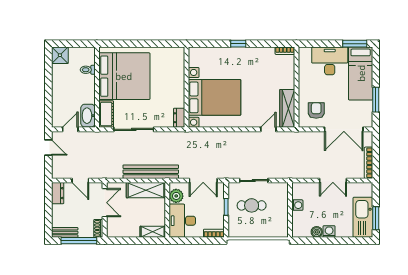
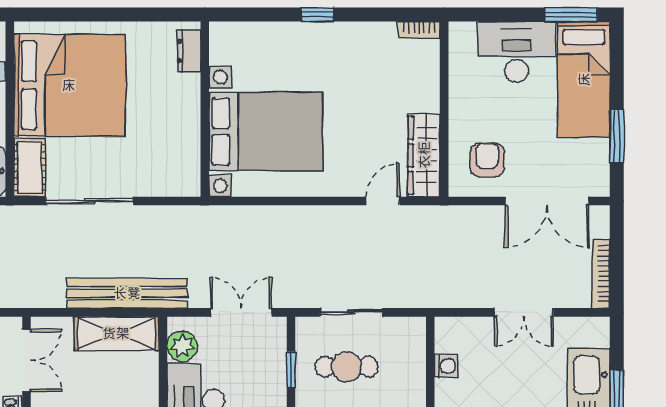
dresser: (179, 118) -> (189, 51), moved
double door: (203, 181) -> (241, 312), swing flipped

